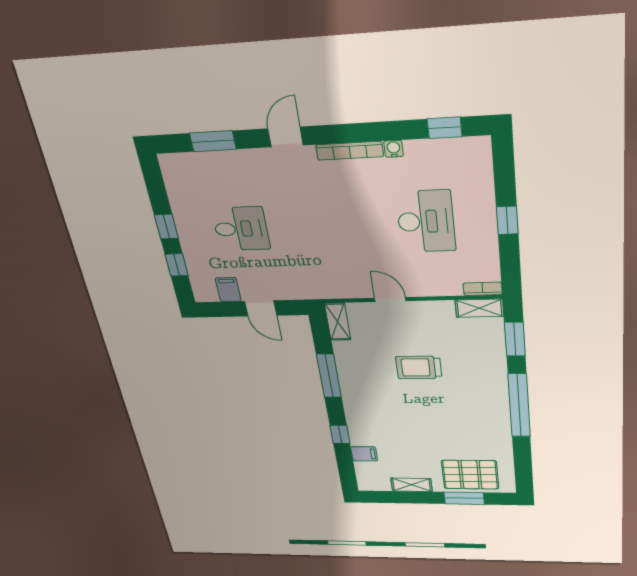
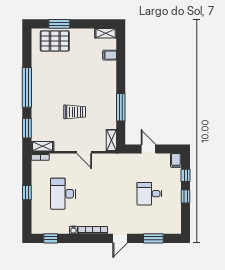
filing cabinet: (228, 290) -> (176, 160), moved
window: (340, 434) -> (121, 68), removed
shelving: (411, 485) -> (106, 33), moved

